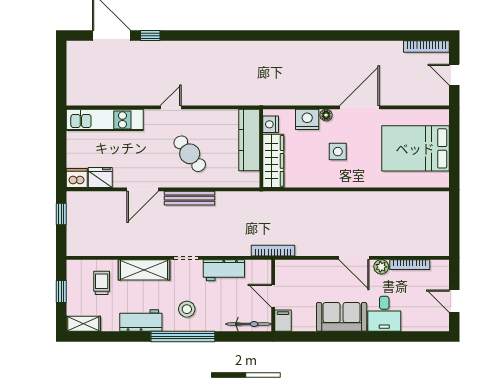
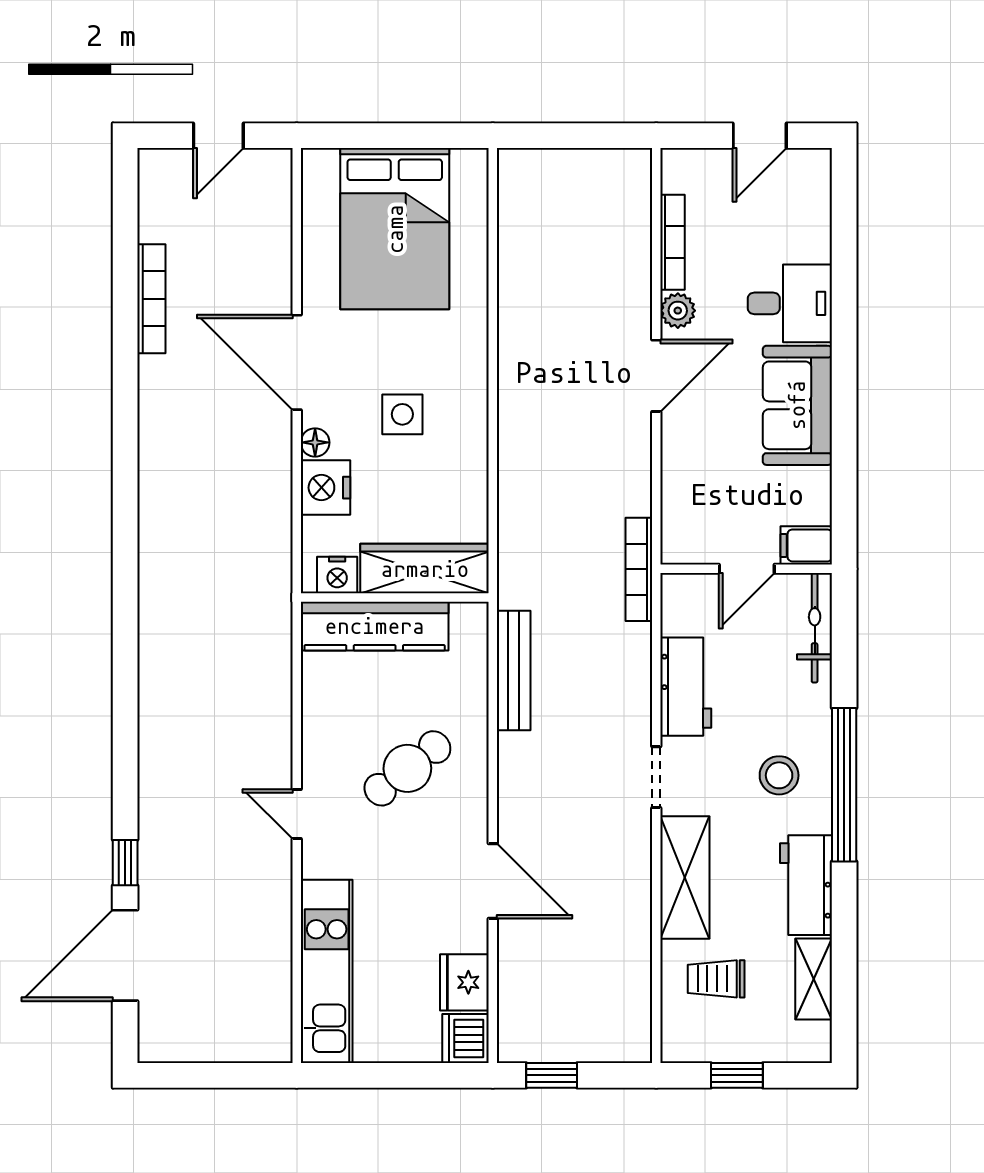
bookcase: (426, 47) -> (151, 299), moved
bench: (190, 198) -> (514, 670), moved
shelving: (83, 324) -> (814, 979), moved

